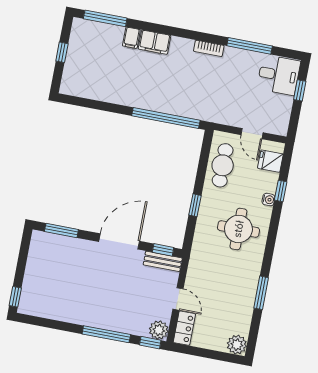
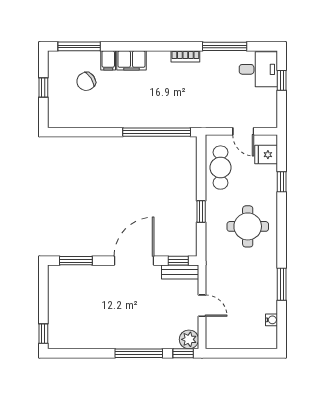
chair: (106, 54) -> (86, 81), added
water cooler: (268, 200) -> (271, 320), moved
locker: (184, 328) -> (214, 333), removed
plant: (237, 345) -> (268, 339), removed

